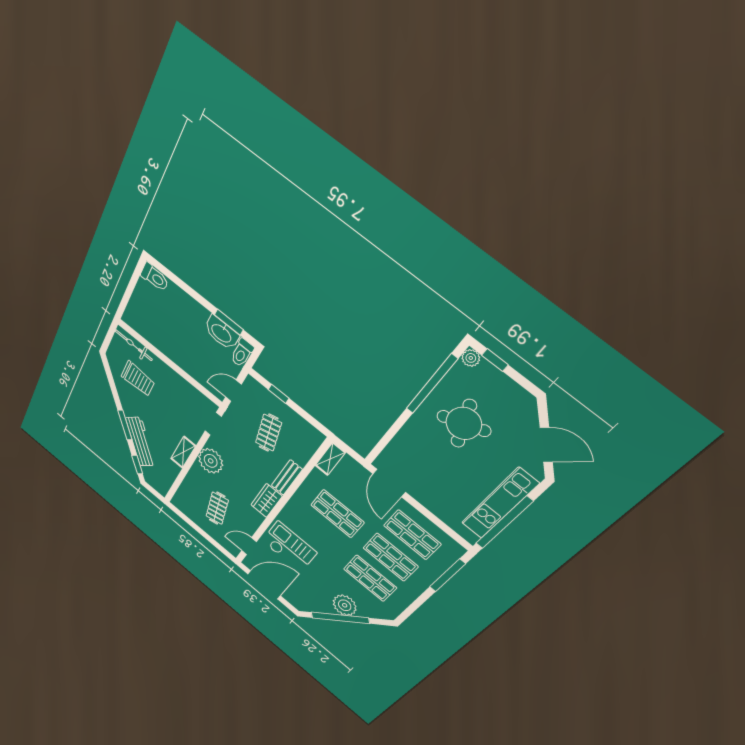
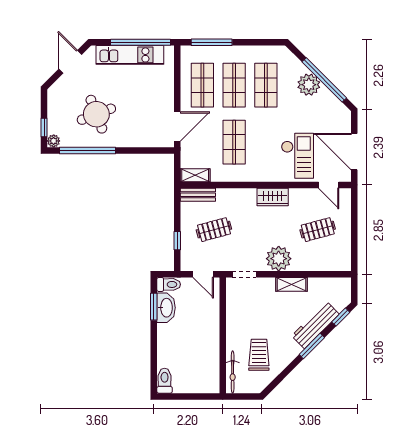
bench: (287, 478) -> (198, 195), moved
checkout: (289, 547) -> (297, 156), turned 180

